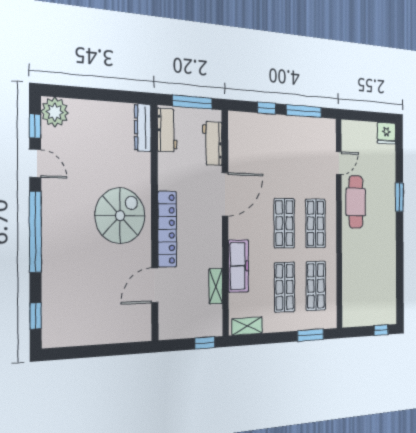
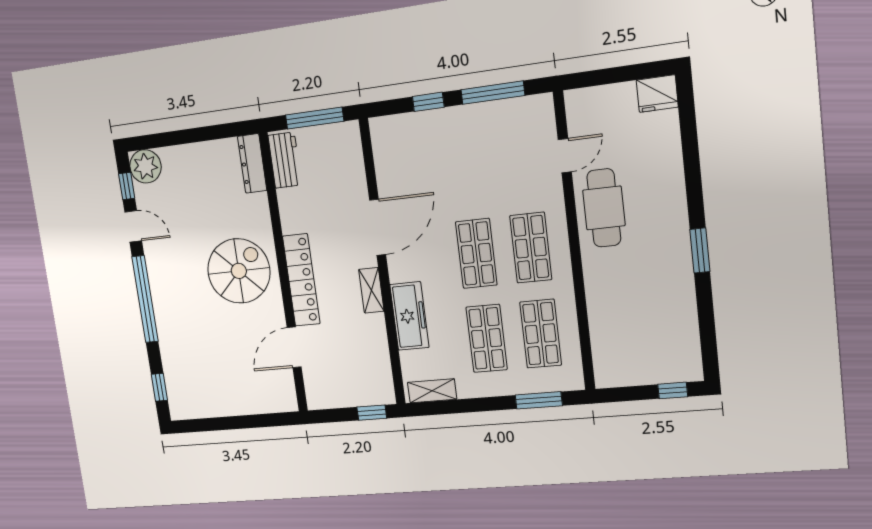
workbench: (212, 143) -> (350, 165), removed
window: (399, 197) -> (700, 250), moved
shelving: (216, 286) -> (371, 290), moved

